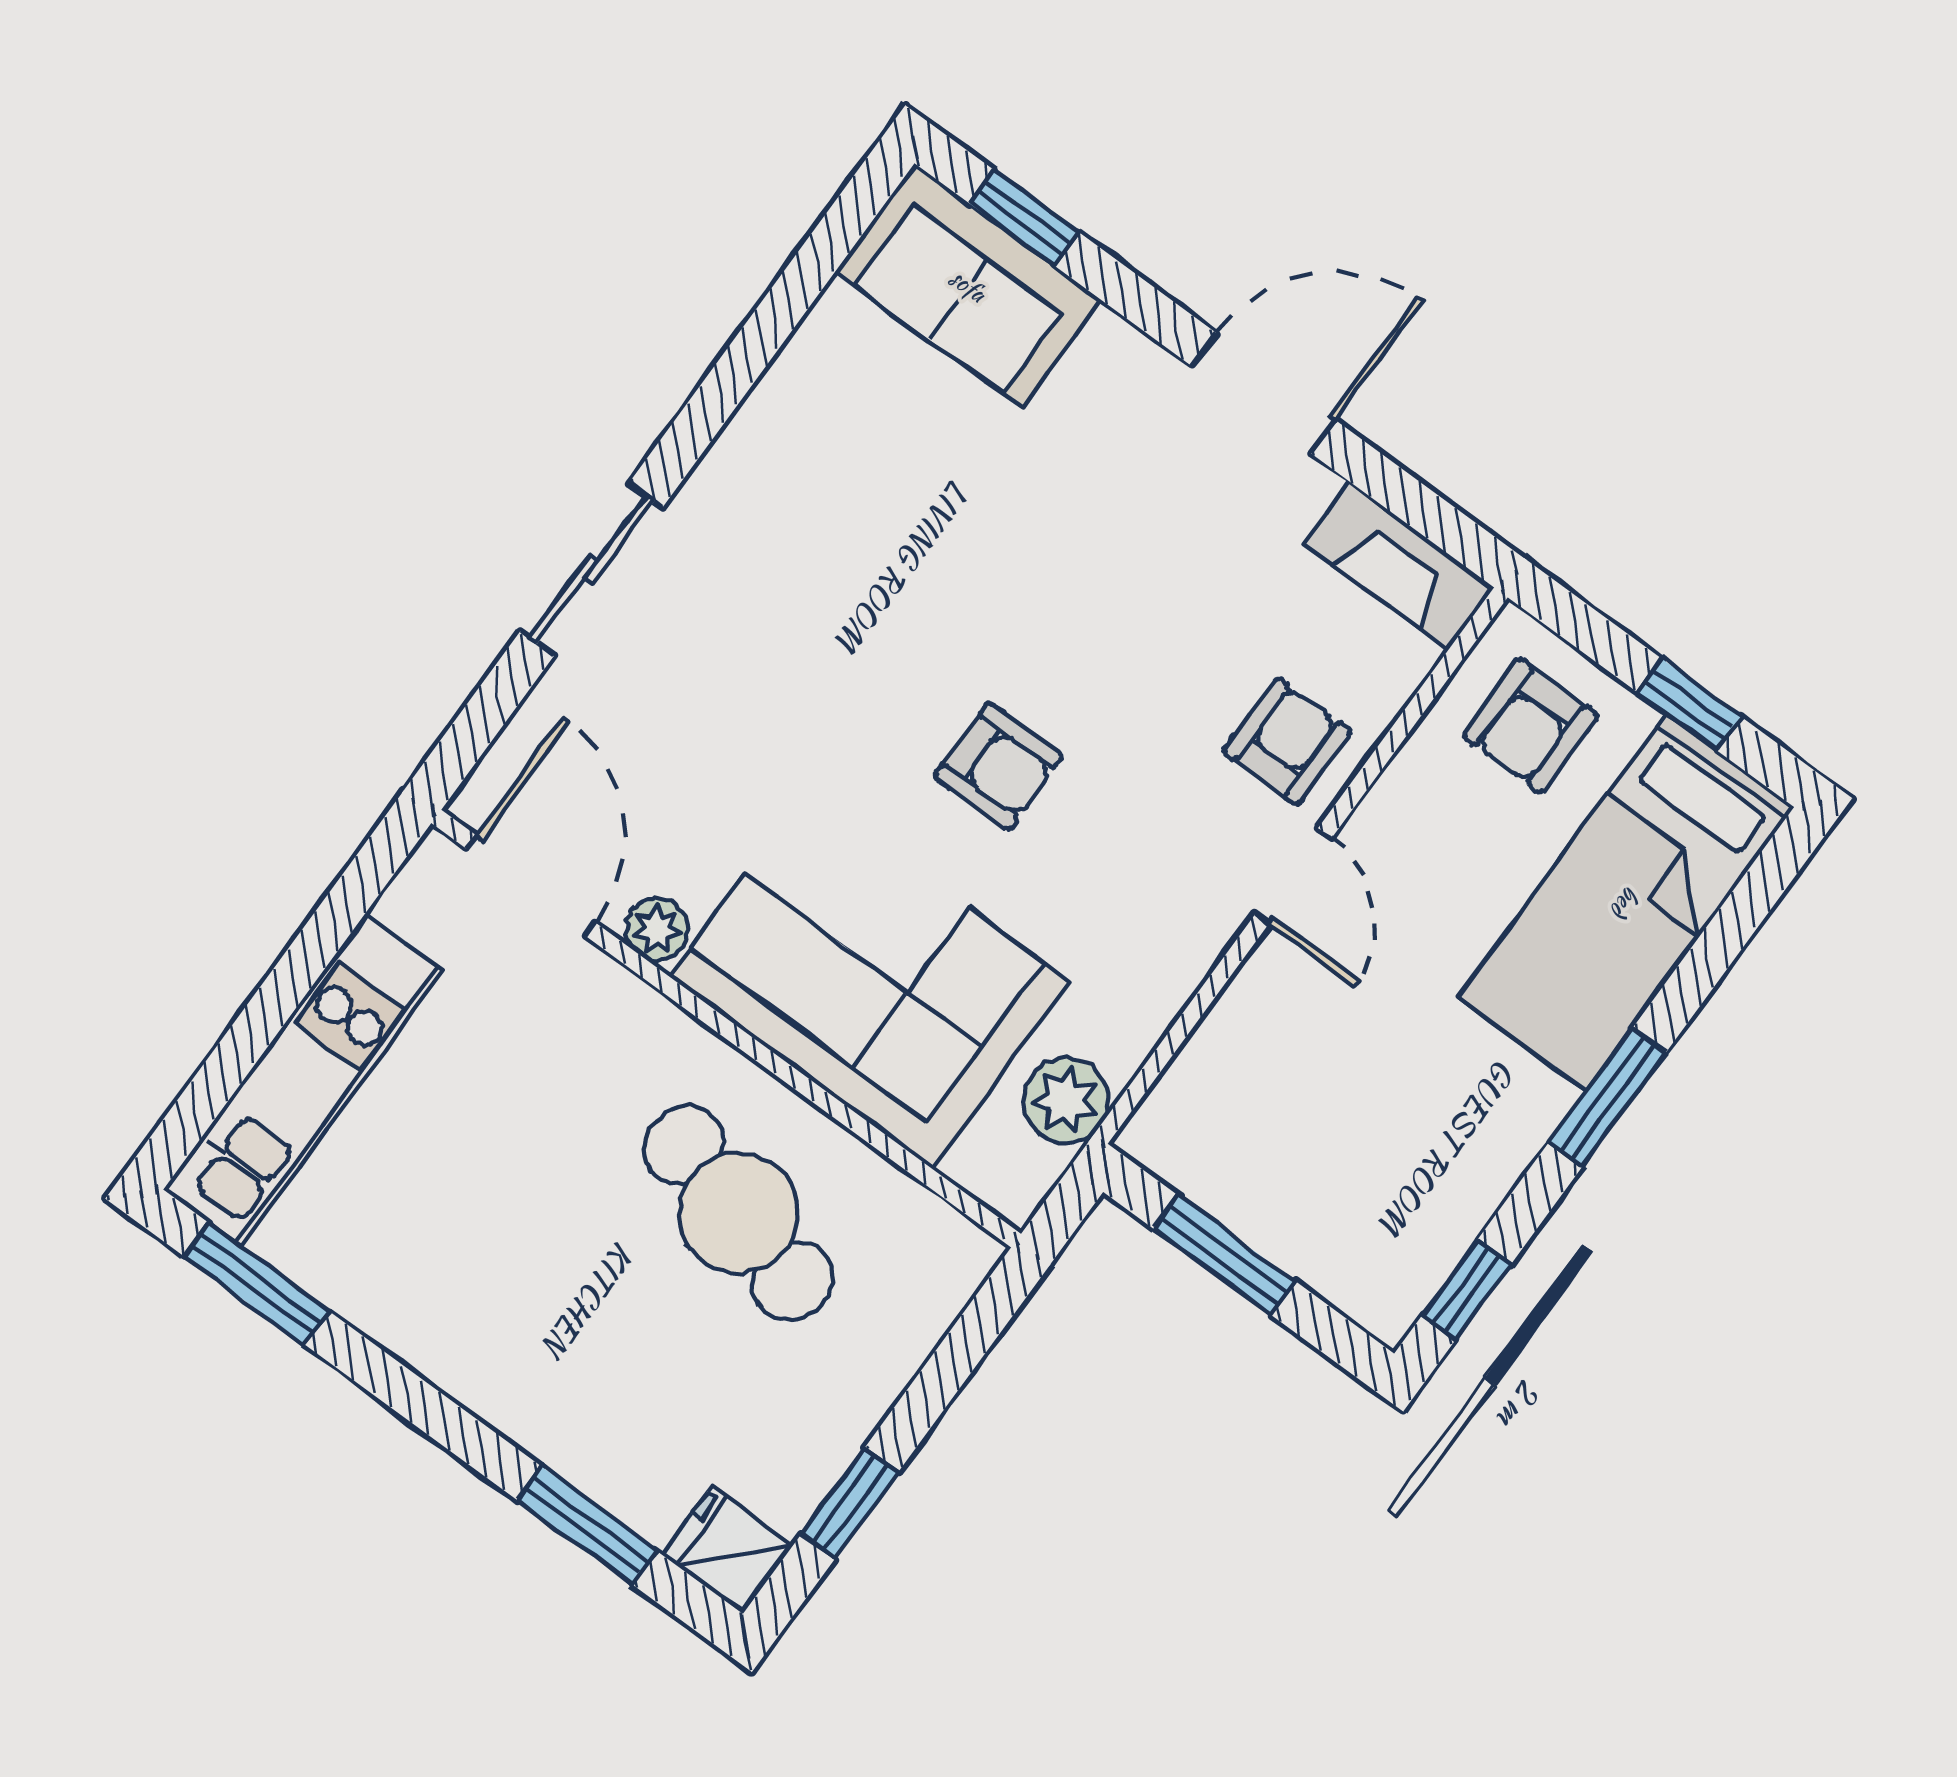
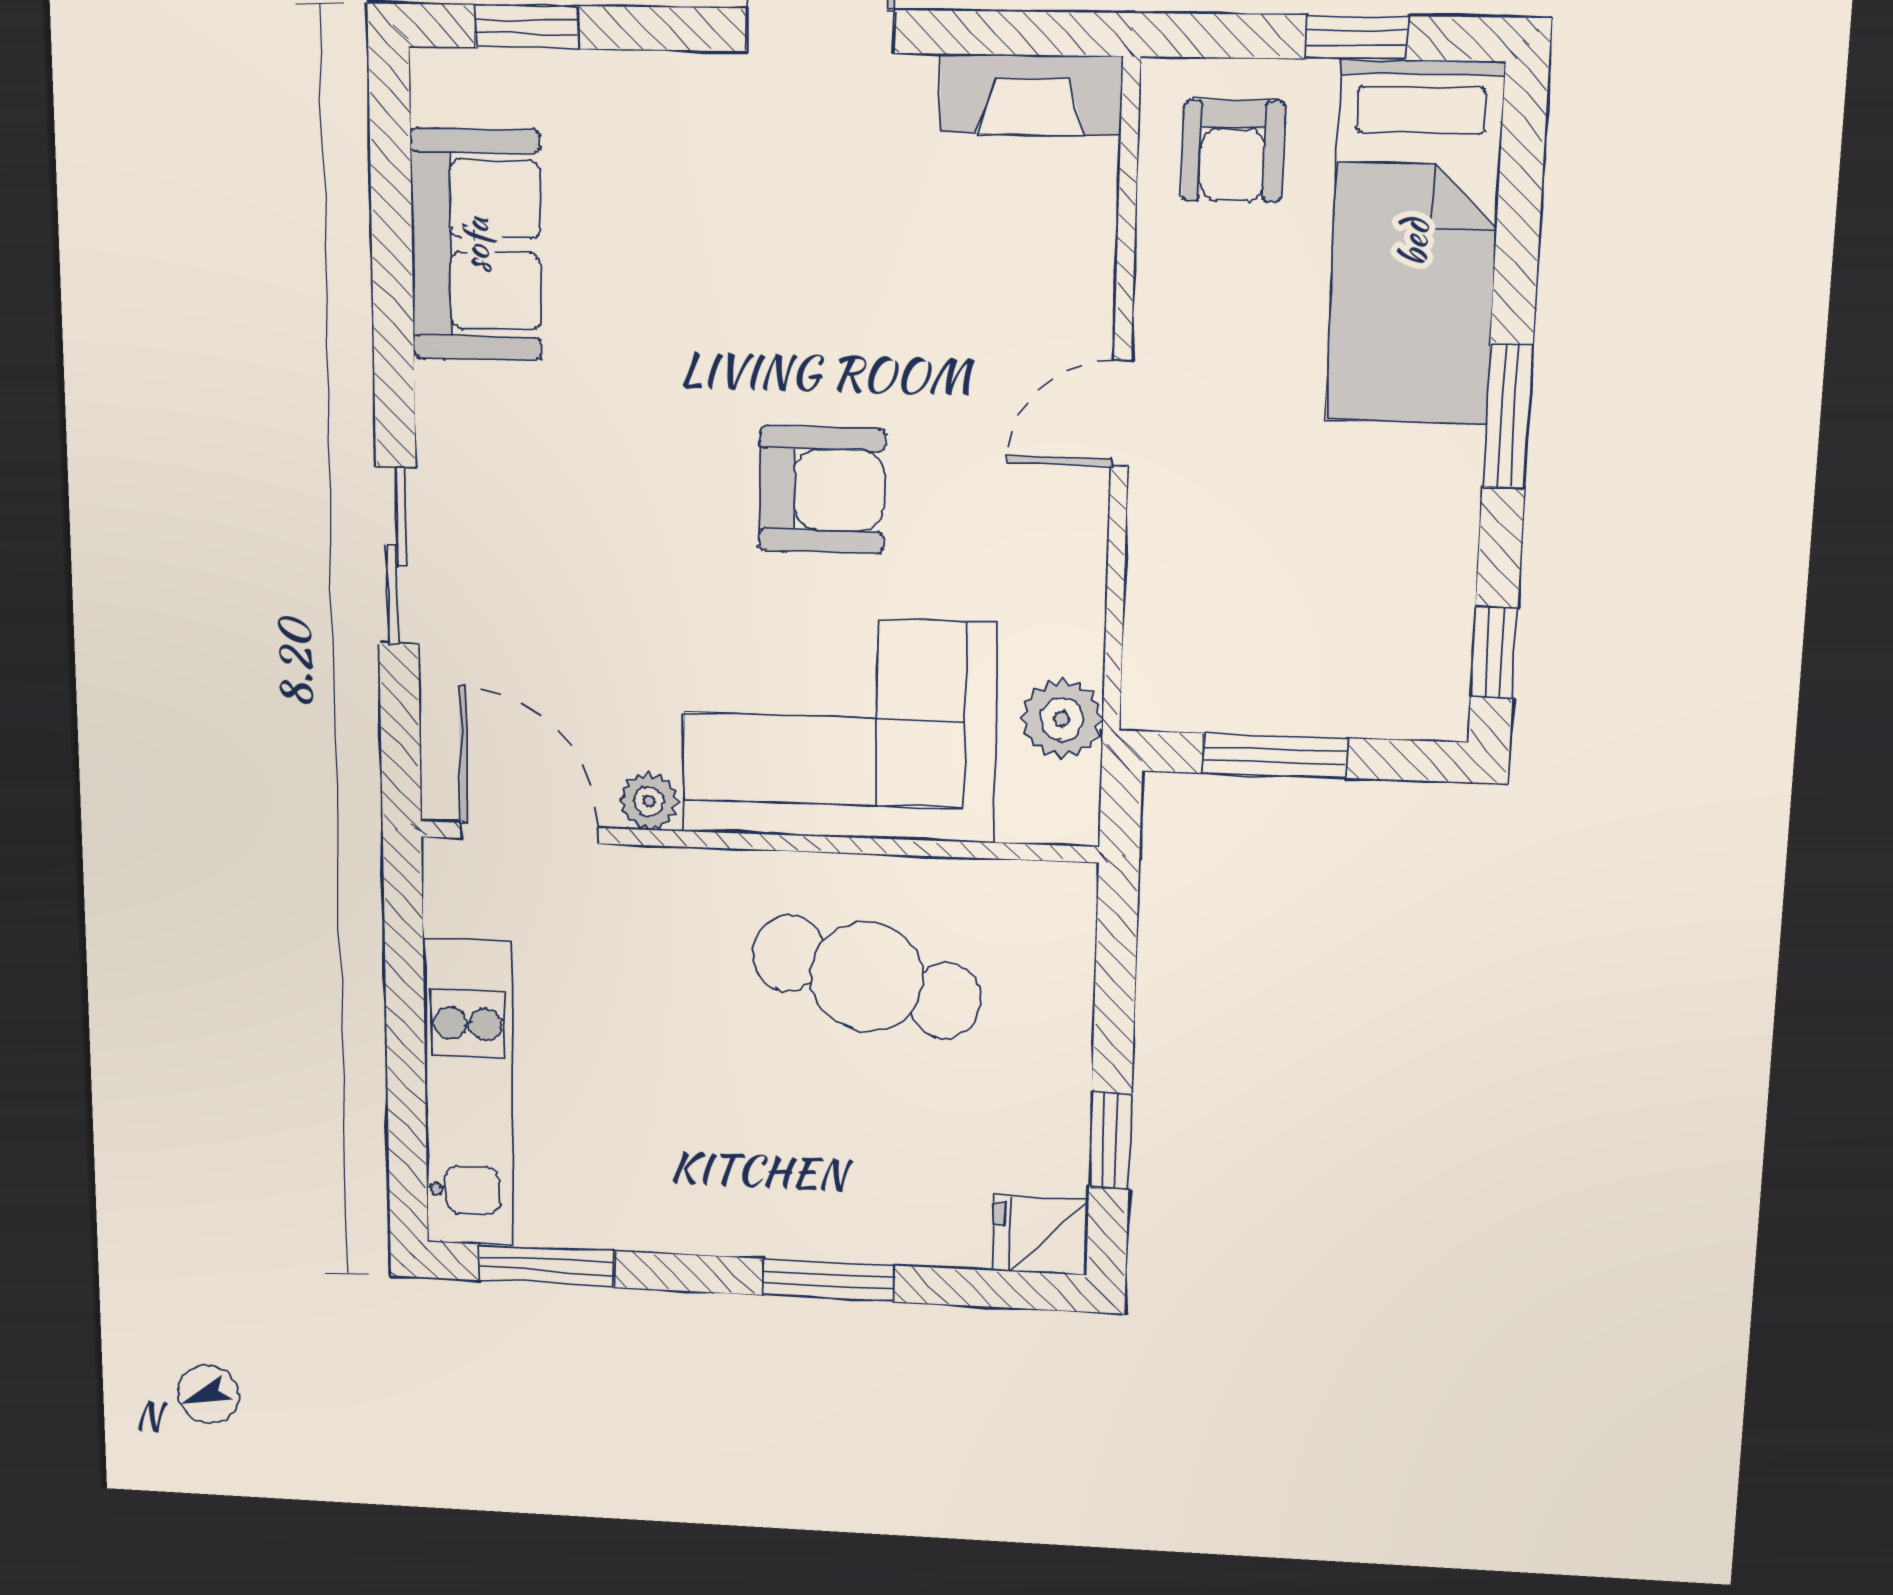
sofa: (968, 285) -> (476, 245), moved, turned -90
armchair: (1287, 742) -> (1040, 307), removed
armchair: (998, 766) -> (822, 490), width x1.38, depth x1.38
door: (1293, 876) -> (1121, 413), swing flipped
window: (587, 1525) -> (828, 1280), moved

